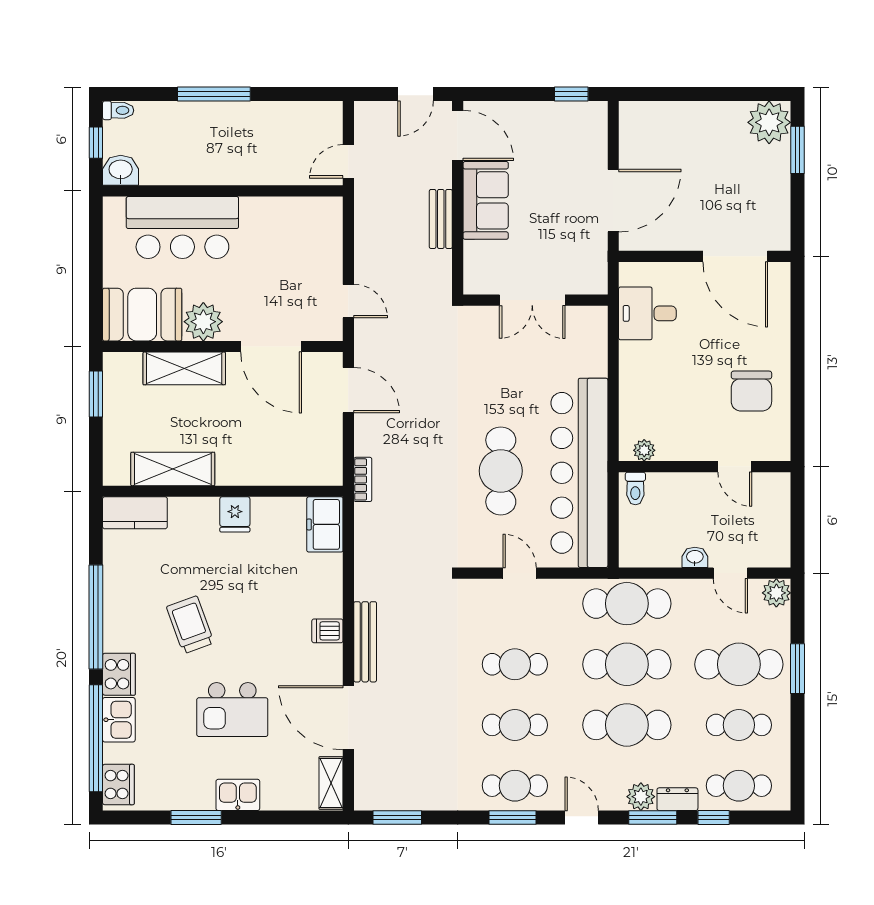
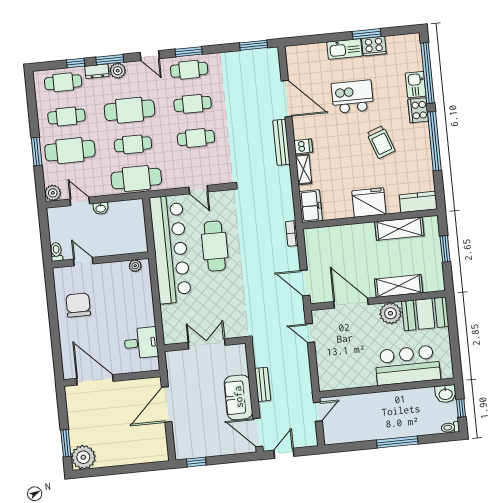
window: (96, 394) -> (445, 249), moved
toilet: (635, 489) -> (56, 252), moved
fridge: (235, 514) -> (369, 202), width x1.88, depth x1.34
cafe table: (627, 664) -> (133, 144), width x0.73, depth x0.74
shelving: (331, 783) -> (303, 169), moved
cooker: (118, 785) -> (374, 46), moved, turned -90
kitchen sink: (238, 795) -> (344, 49), width x1.38

